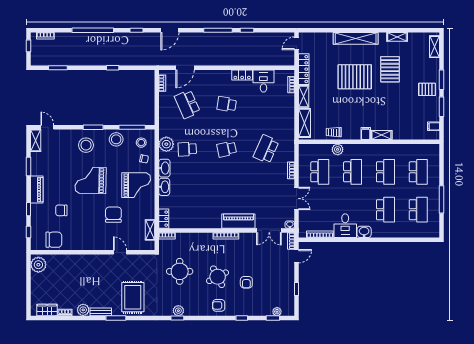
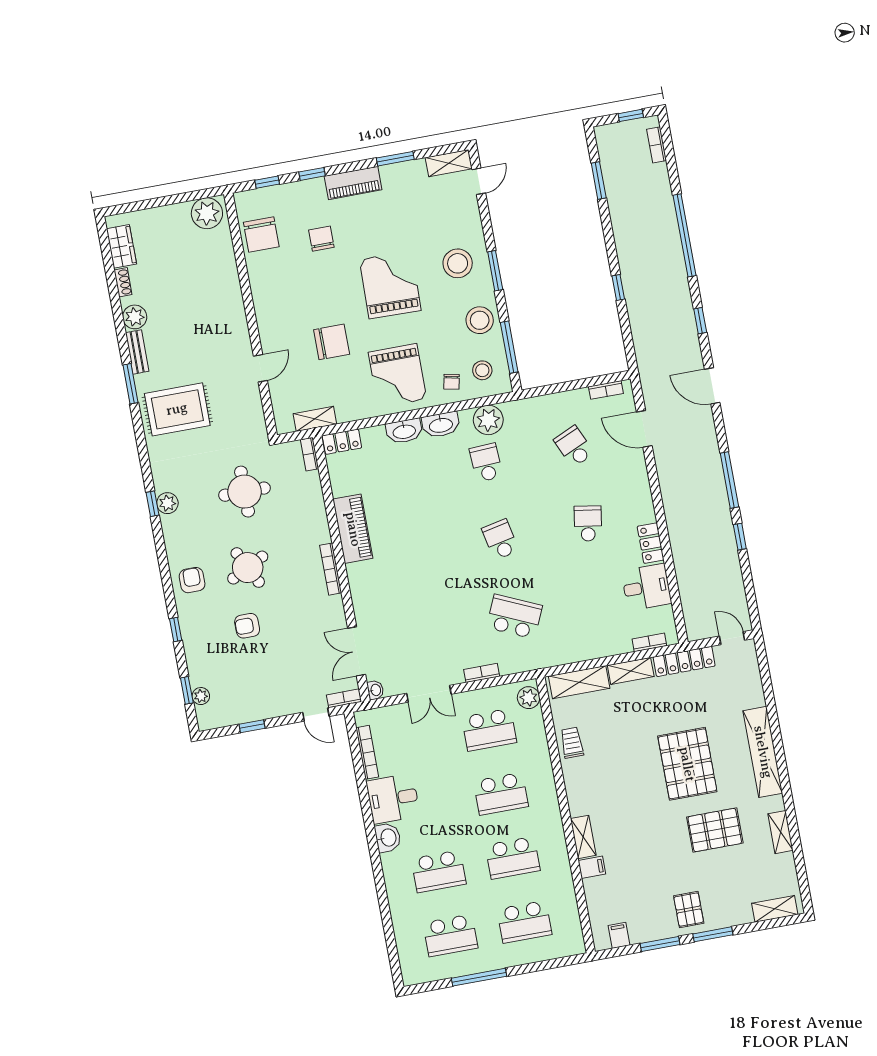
school desk: (187, 104) -> (574, 446), width x0.54
filing cabinet: (366, 134) -> (592, 867), moved
plant: (338, 149) -> (529, 698), moved
piano: (238, 221) -> (353, 529), moved

